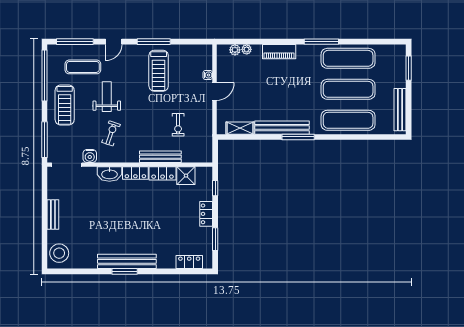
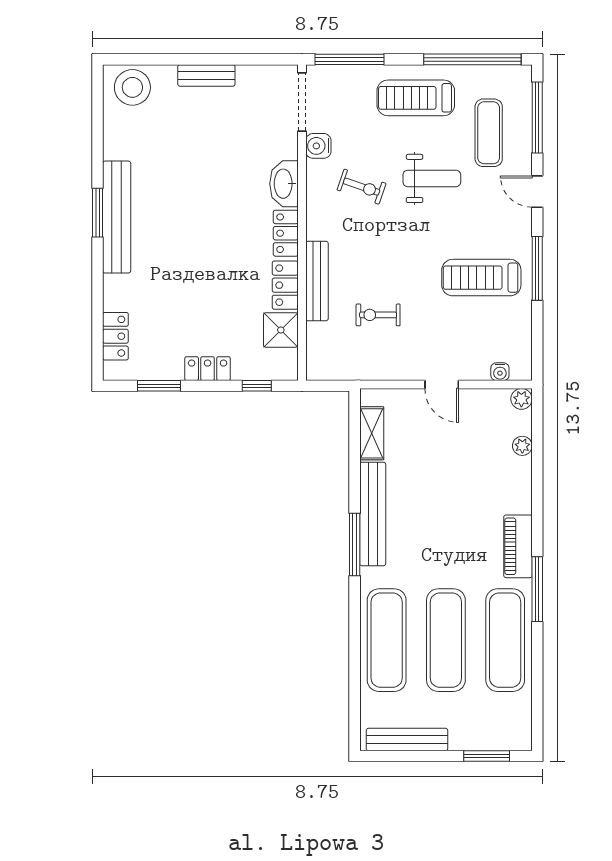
plant: (235, 50) -> (521, 399), moved
piano: (279, 52) -> (518, 546), moved
water cooler: (208, 75) -> (500, 372), moved

